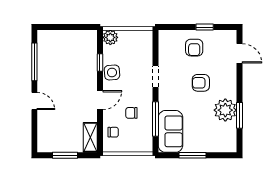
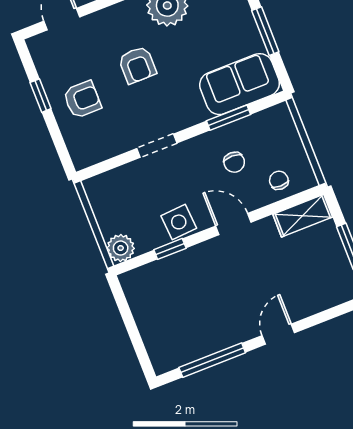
window: (155, 119) -> (229, 118), width x0.69

